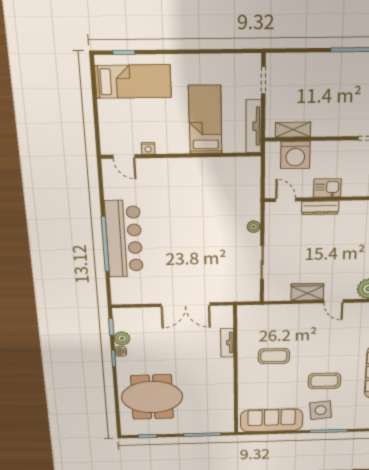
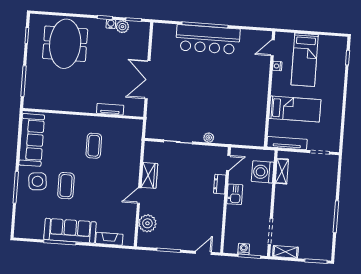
bed: (133, 81) -> (305, 60), moved
dresser: (320, 208) -> (220, 184), width x0.70

